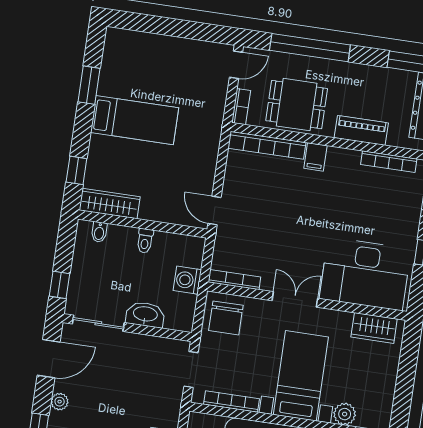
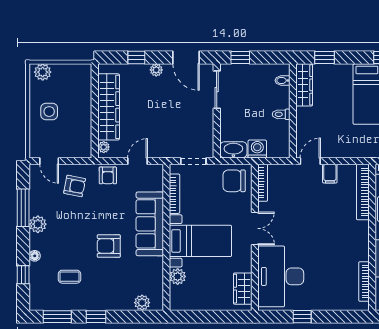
filing cabinet: (315, 157) -> (330, 174), moved, turned -90
washbasin: (145, 315) -> (233, 150), moved, turned -90

